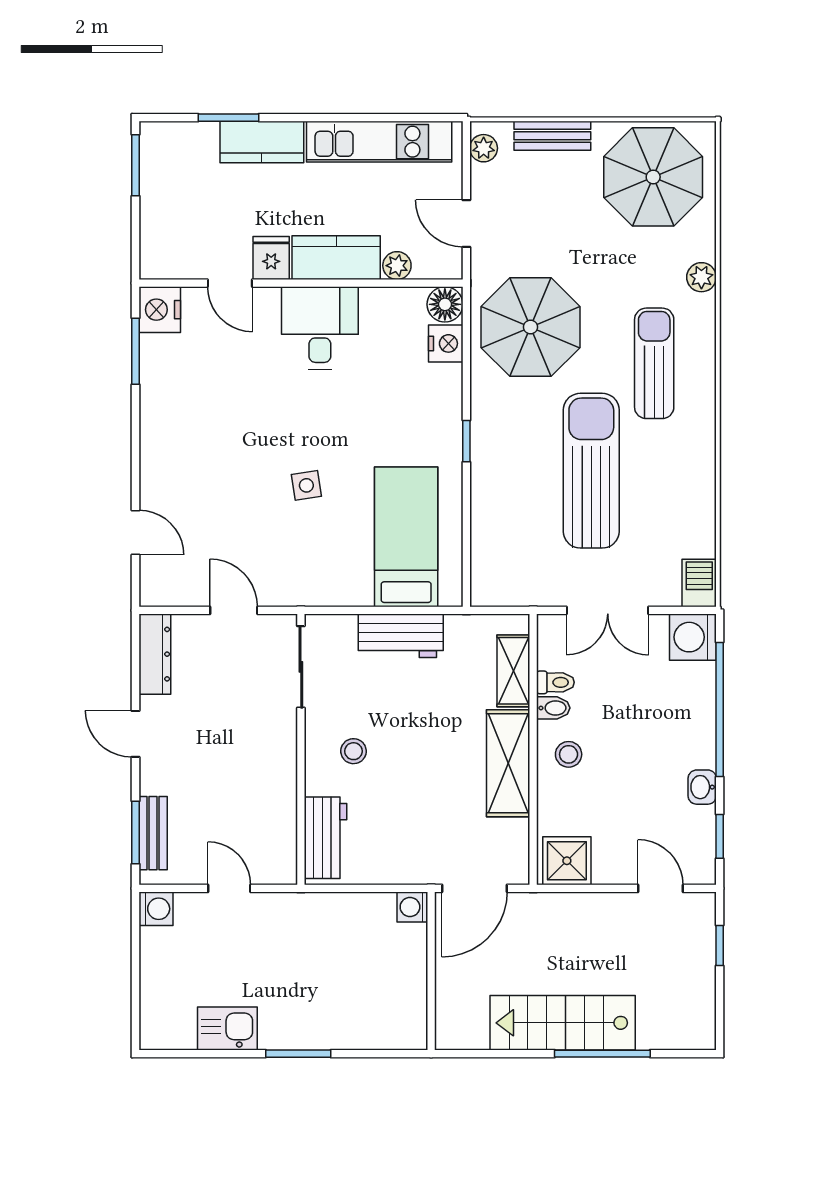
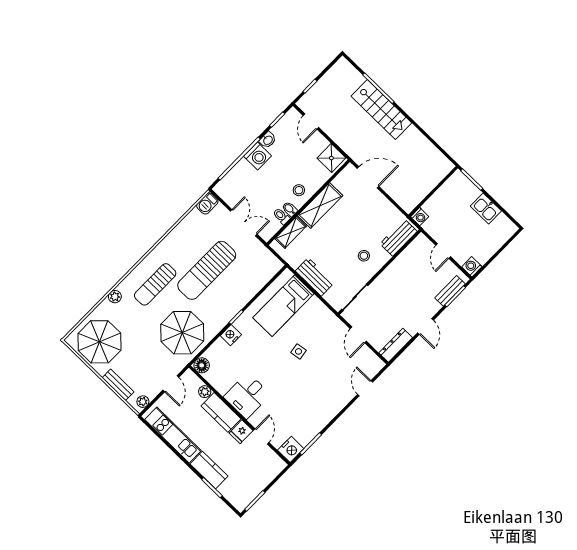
nightstand: (446, 343) -> (231, 335), moved
washing machine: (693, 637) -> (258, 156), moved
washing machine: (412, 907) -> (420, 217), moved
wall: (431, 971) -> (433, 191), moved

